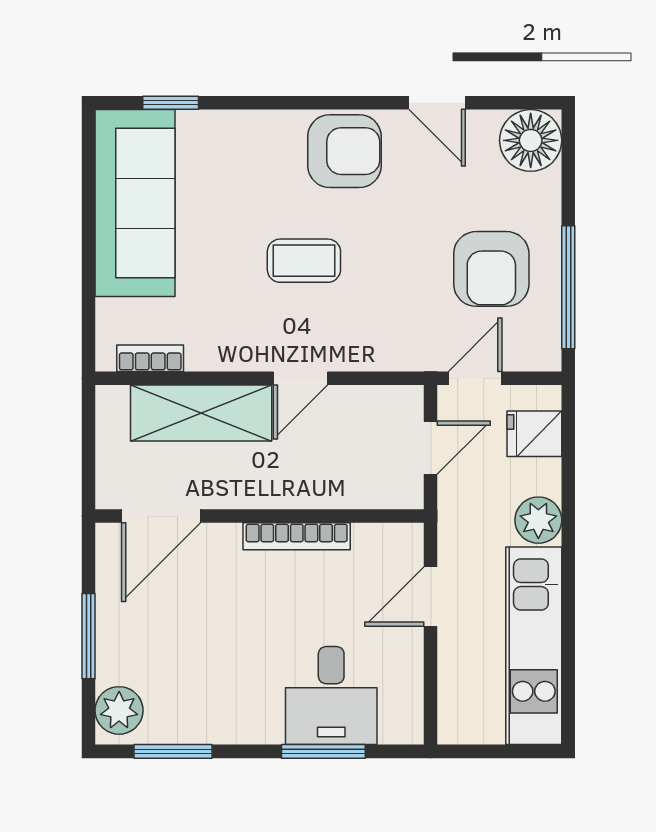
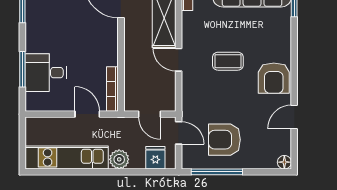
floor lamp: (531, 140) -> (284, 162), width x0.53, depth x0.53
coffee table: (304, 261) -> (228, 61), turned 90
bookcase: (297, 536) -> (112, 89), moved

